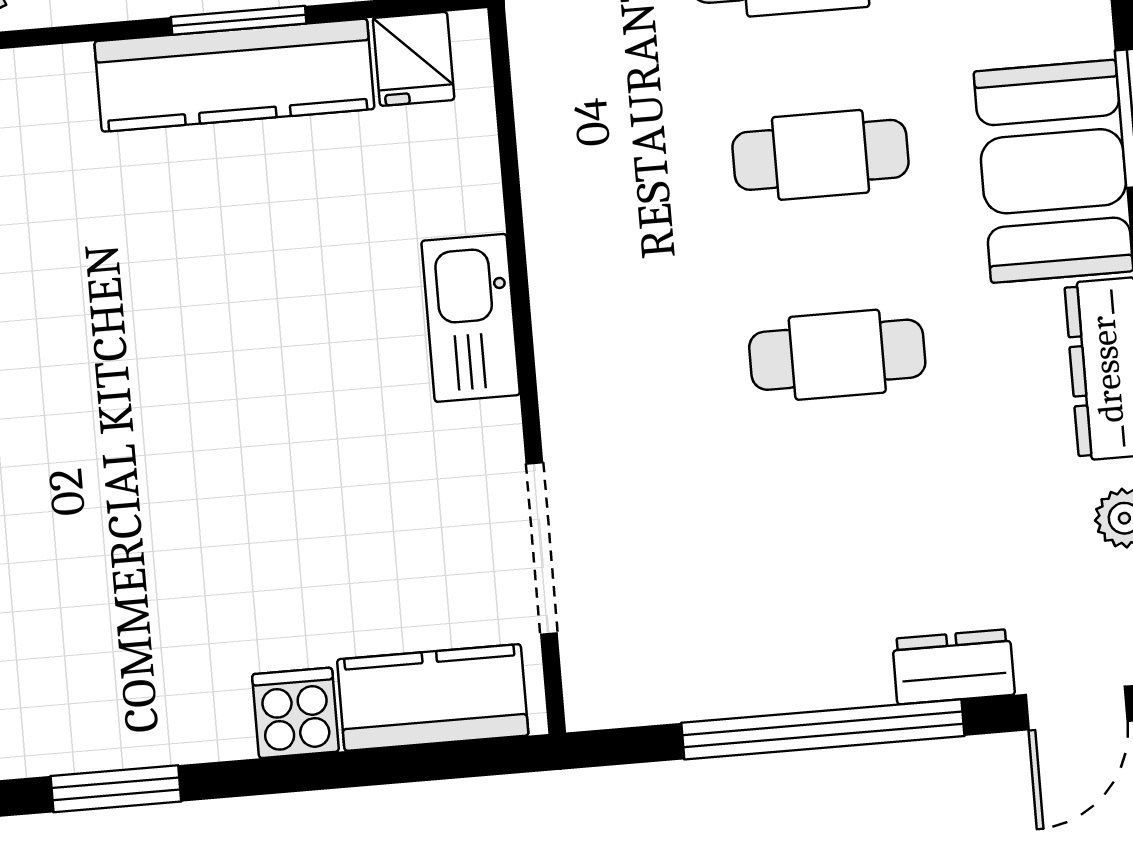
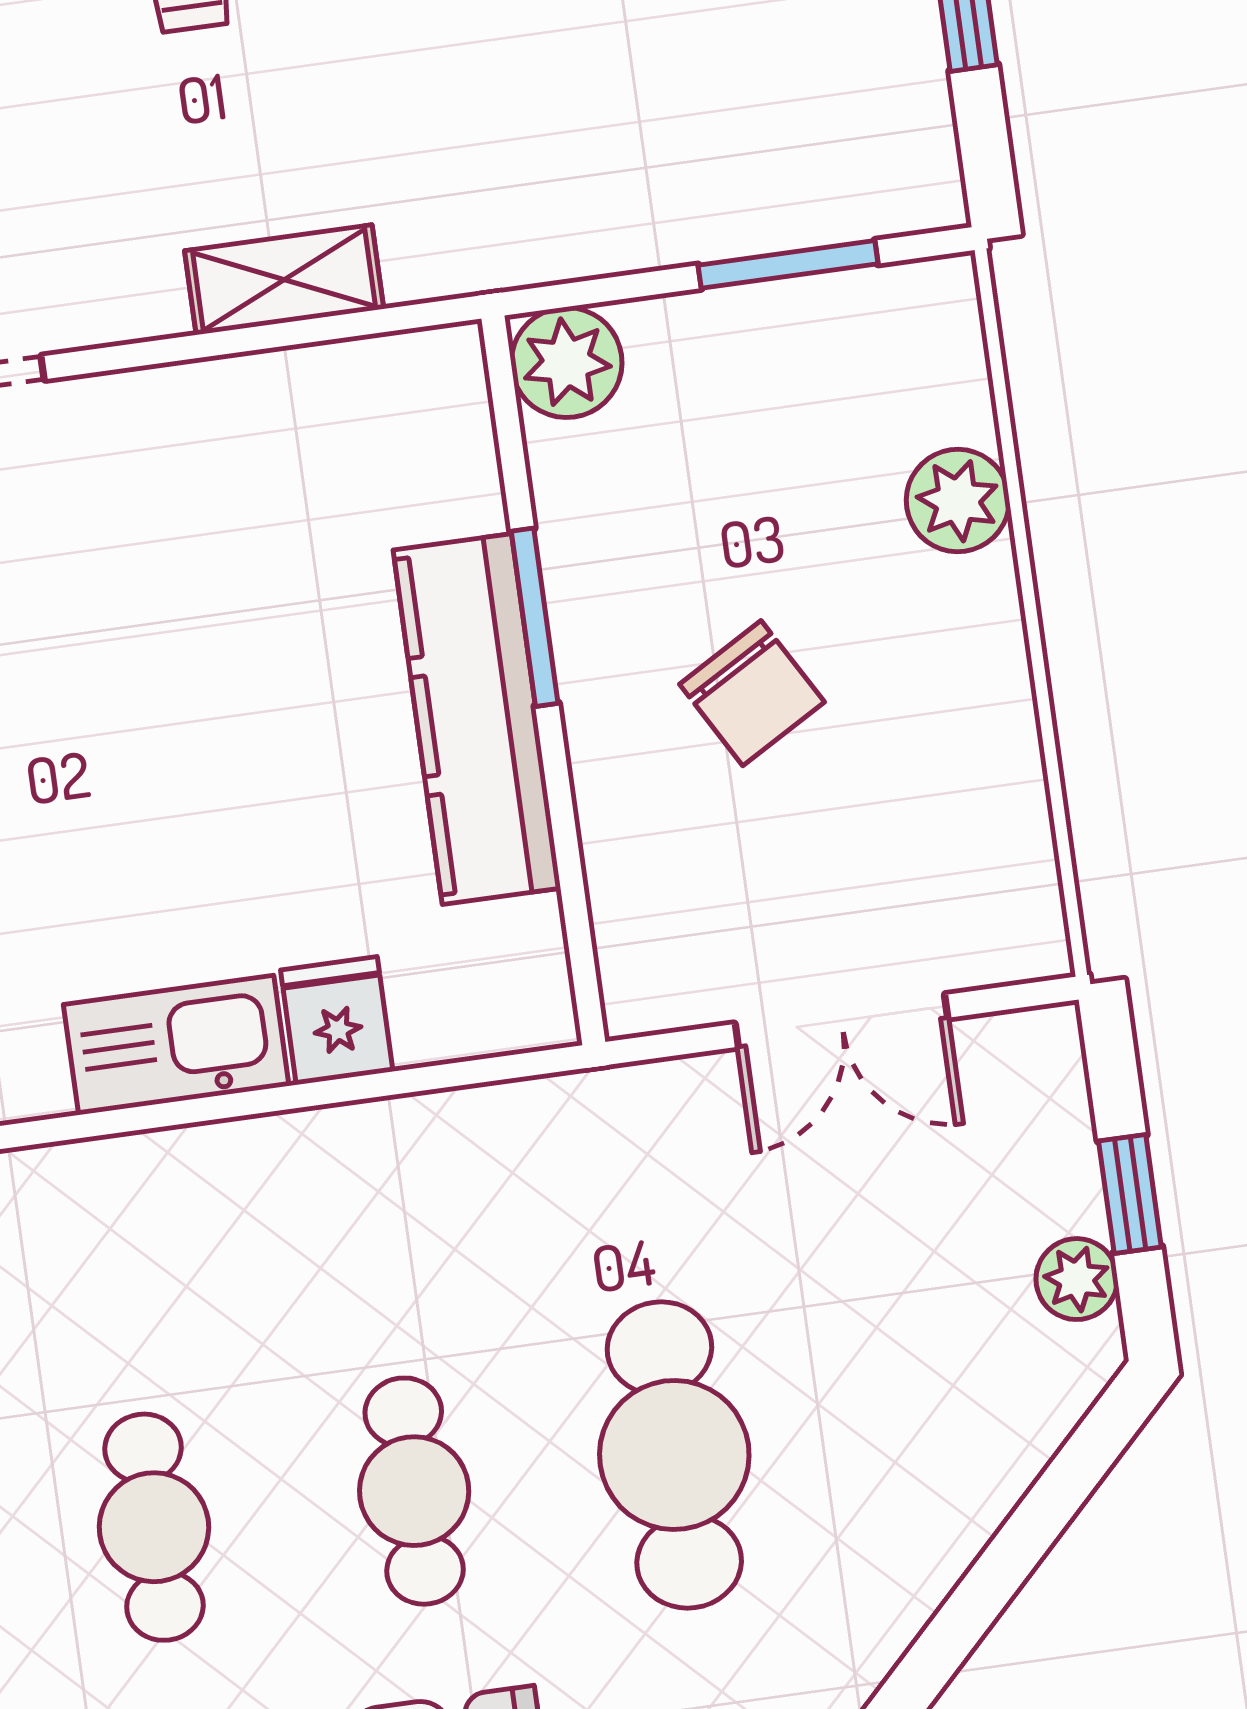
window: (239, 20) -> (535, 617), moved
fridge: (414, 59) -> (337, 1021), moved, turned 90

